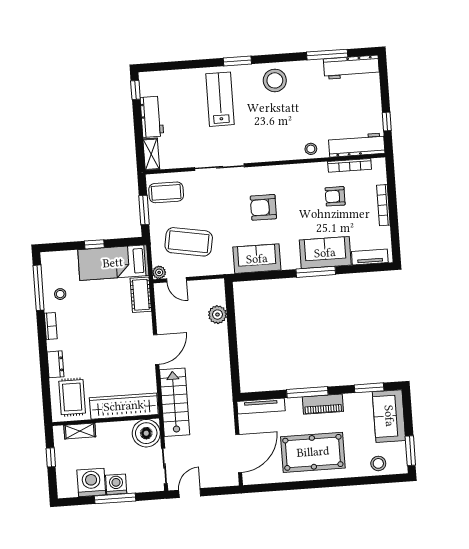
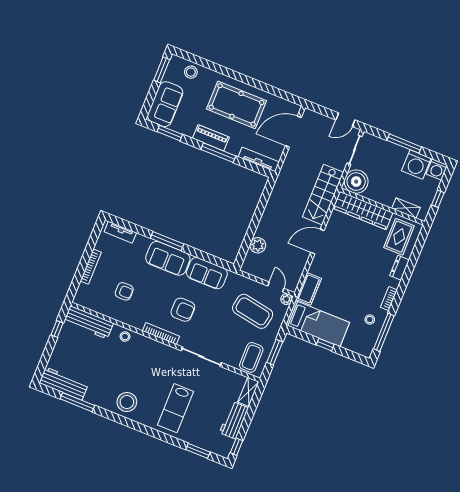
window: (237, 61) -> (198, 451), moved
bookcase: (350, 165) -> (161, 334), moved
coffee table: (166, 192) -> (251, 357), turned 90
sofa: (325, 253) -> (168, 258), moved
washing machine: (116, 484) -> (437, 170), moved

